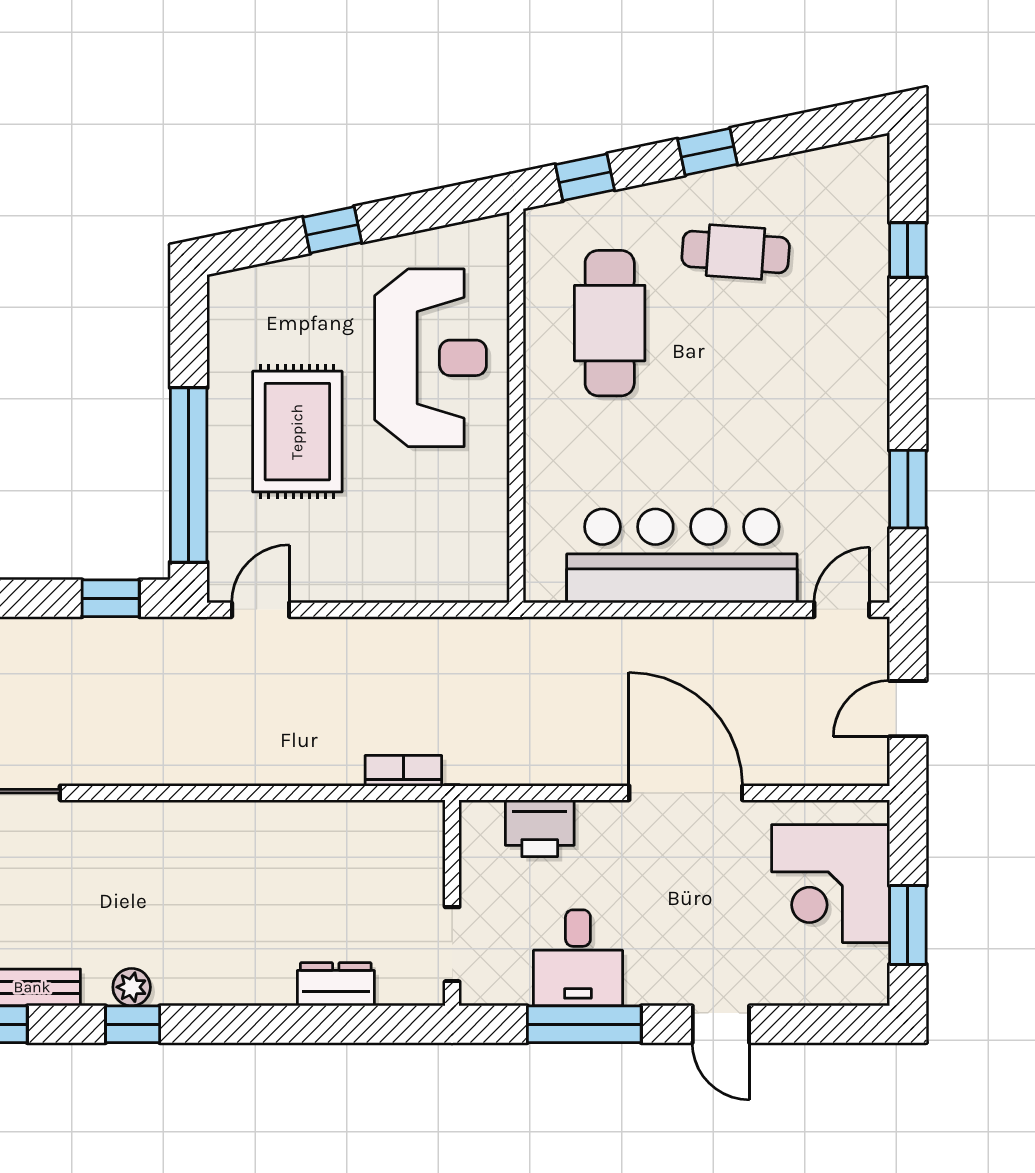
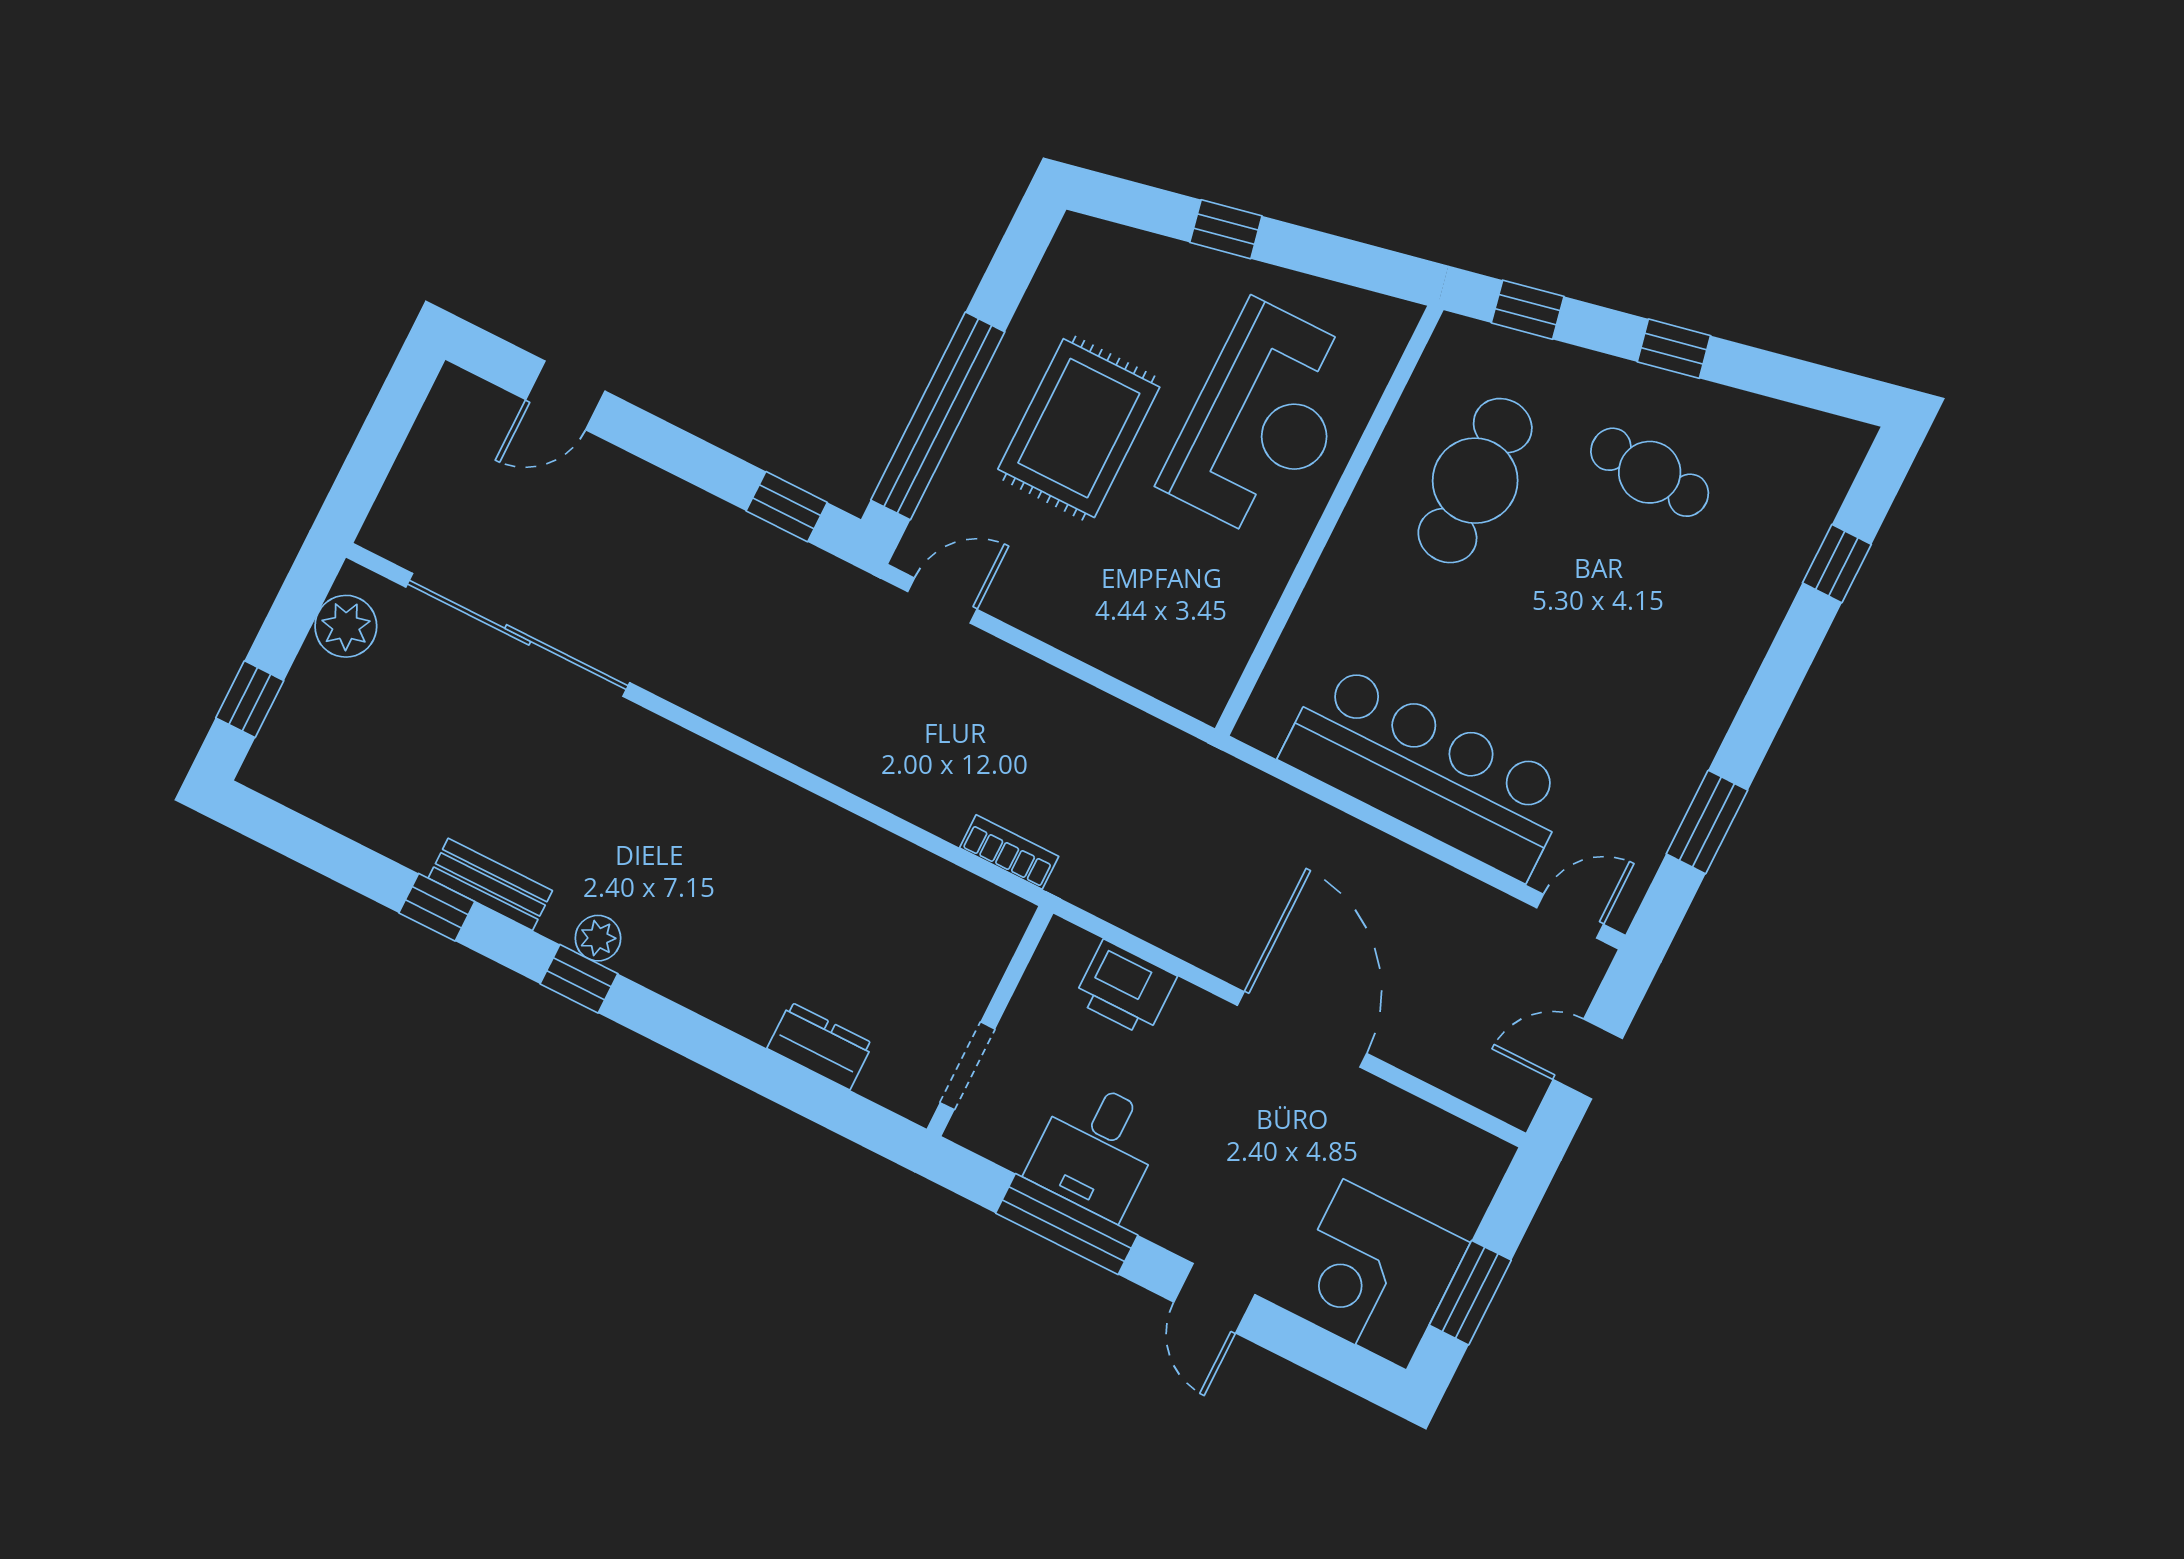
corner desk: (831, 884) -> (1375, 1274), moved

